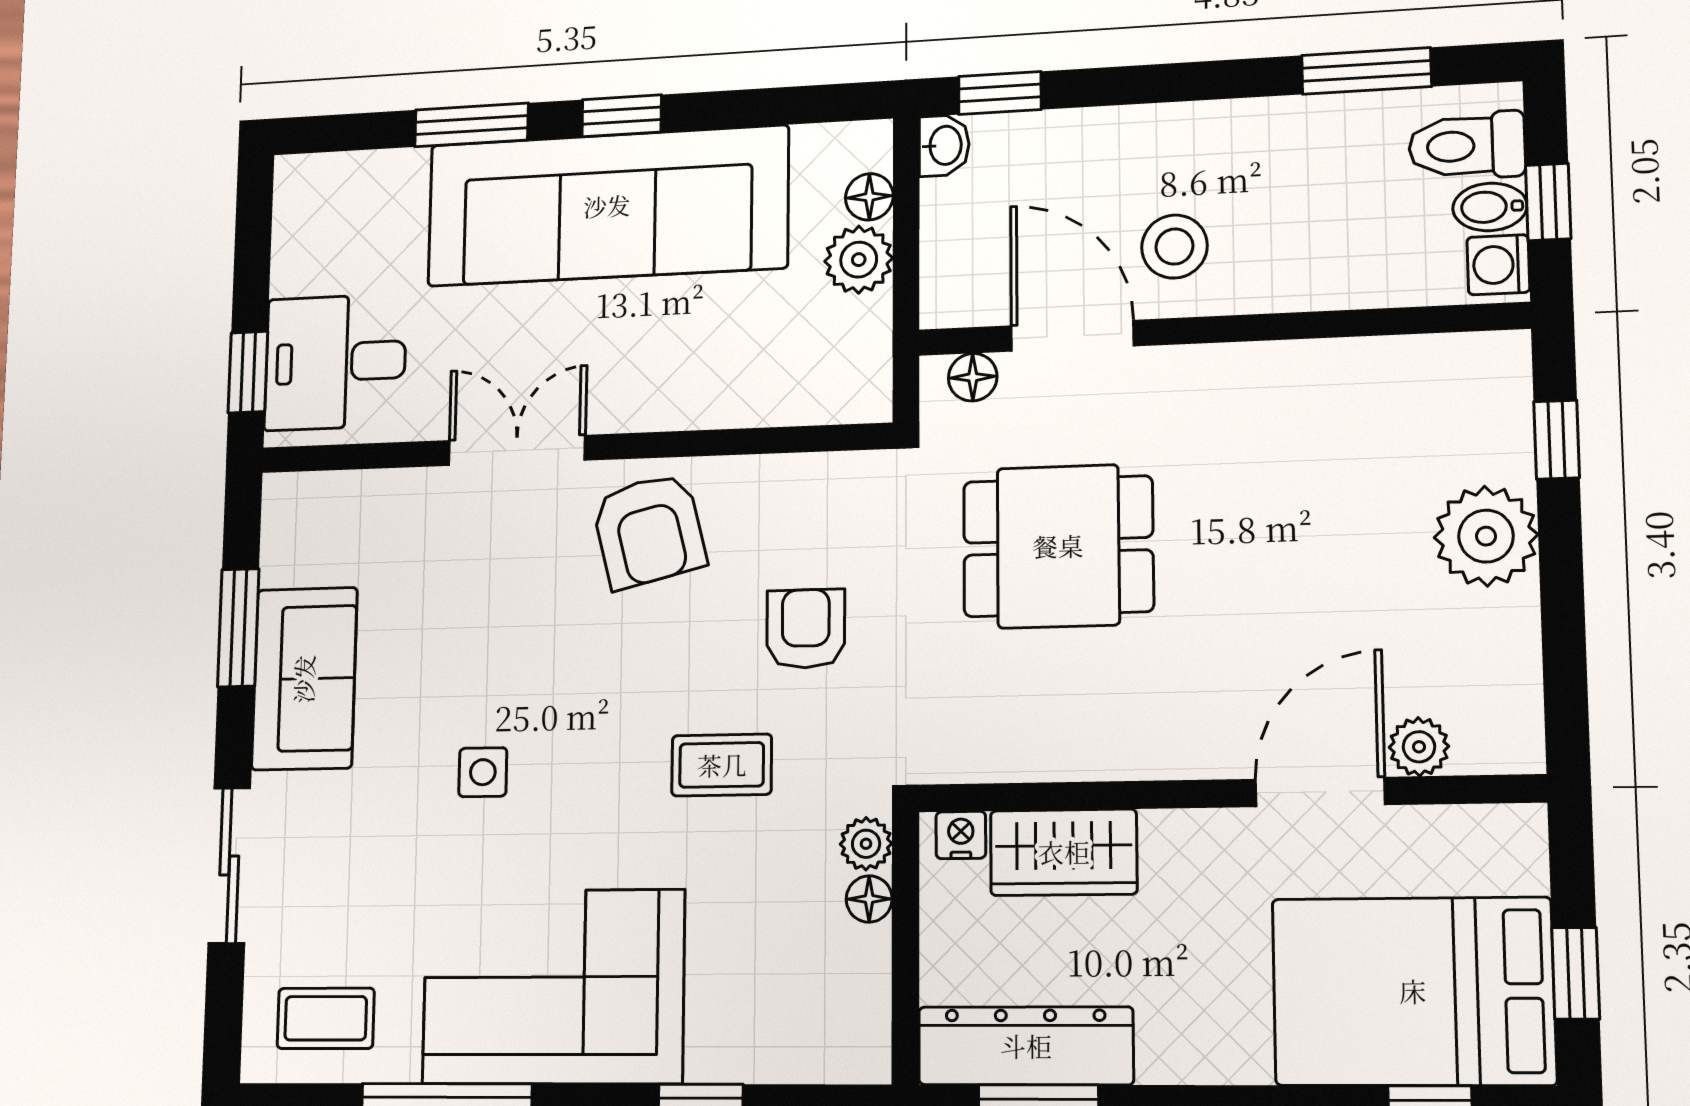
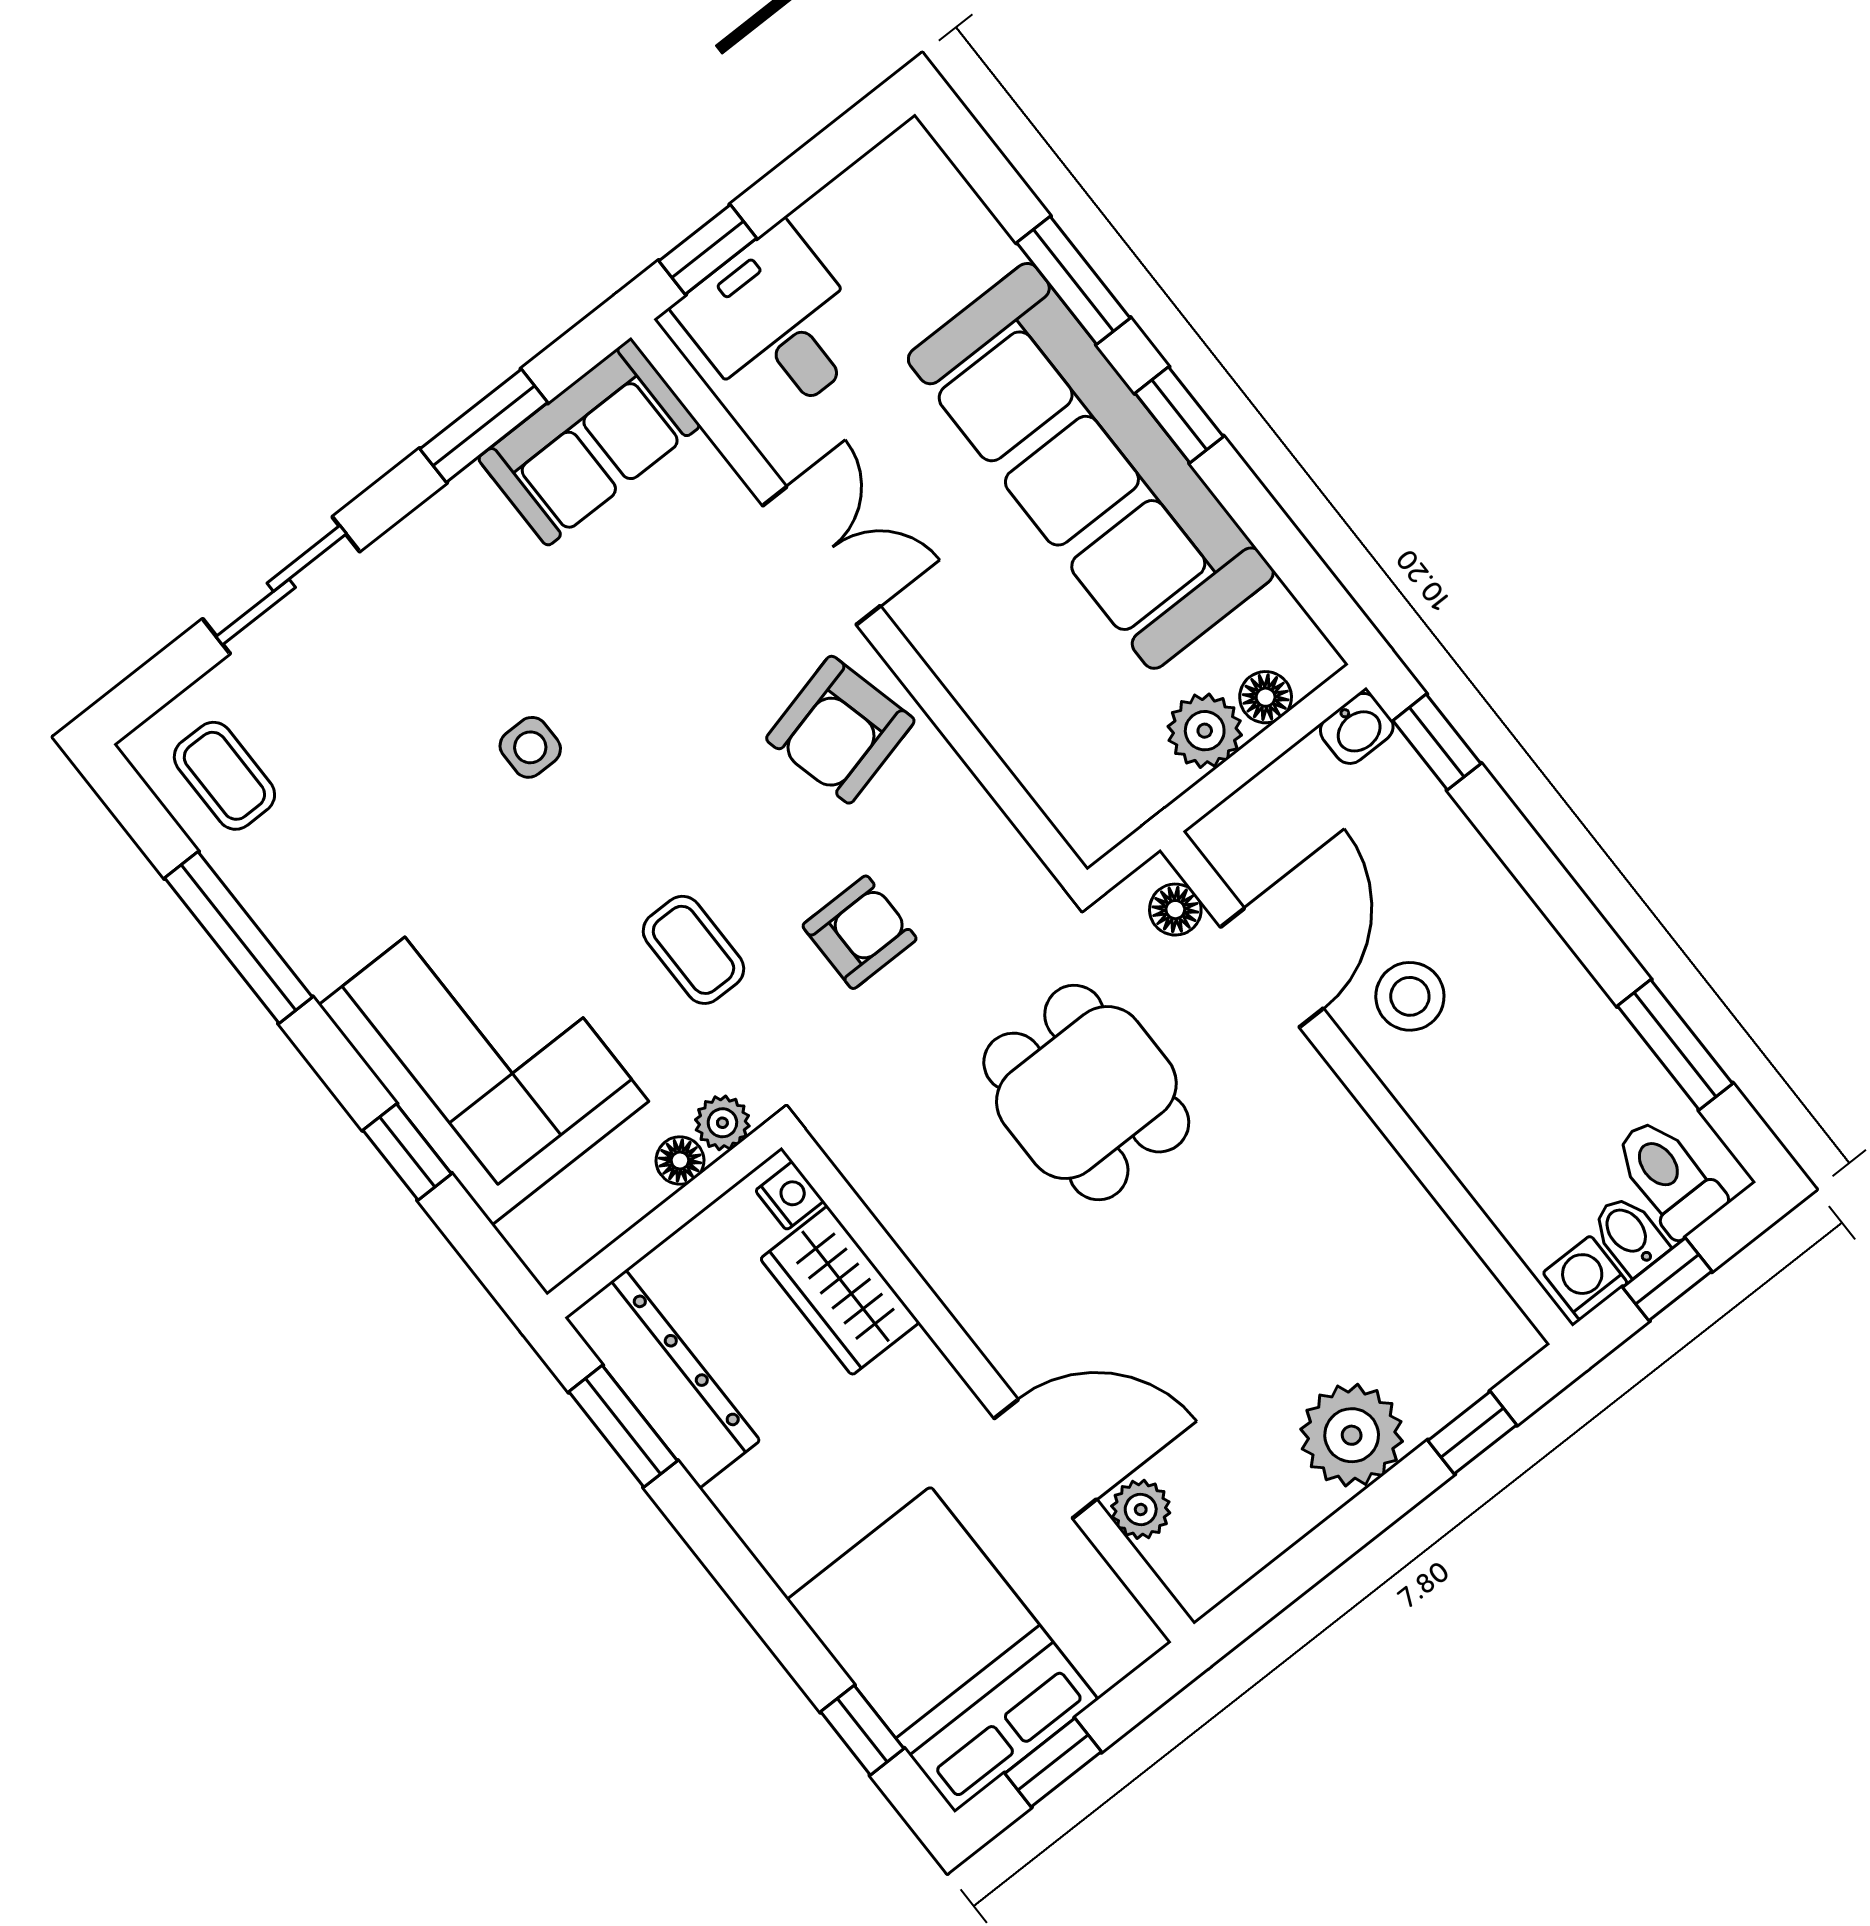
sofa: (304, 679) -> (589, 442), moved
corner sofa: (553, 987) -> (484, 1053), moved

